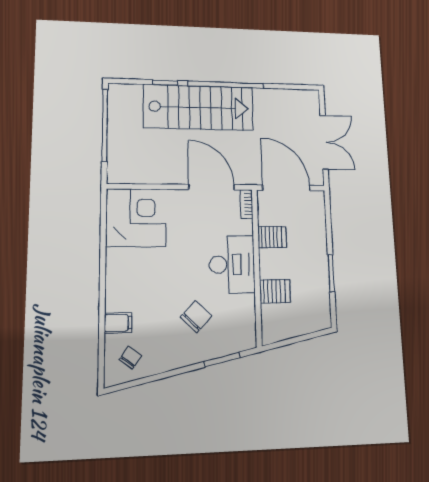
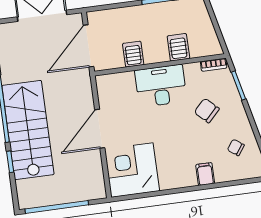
door: (212, 187) -> (100, 129), moved
bookcase: (247, 204) -> (214, 65), moved
filing cabinet: (118, 323) -> (205, 174), moved
chair: (130, 358) -> (236, 147), moved

